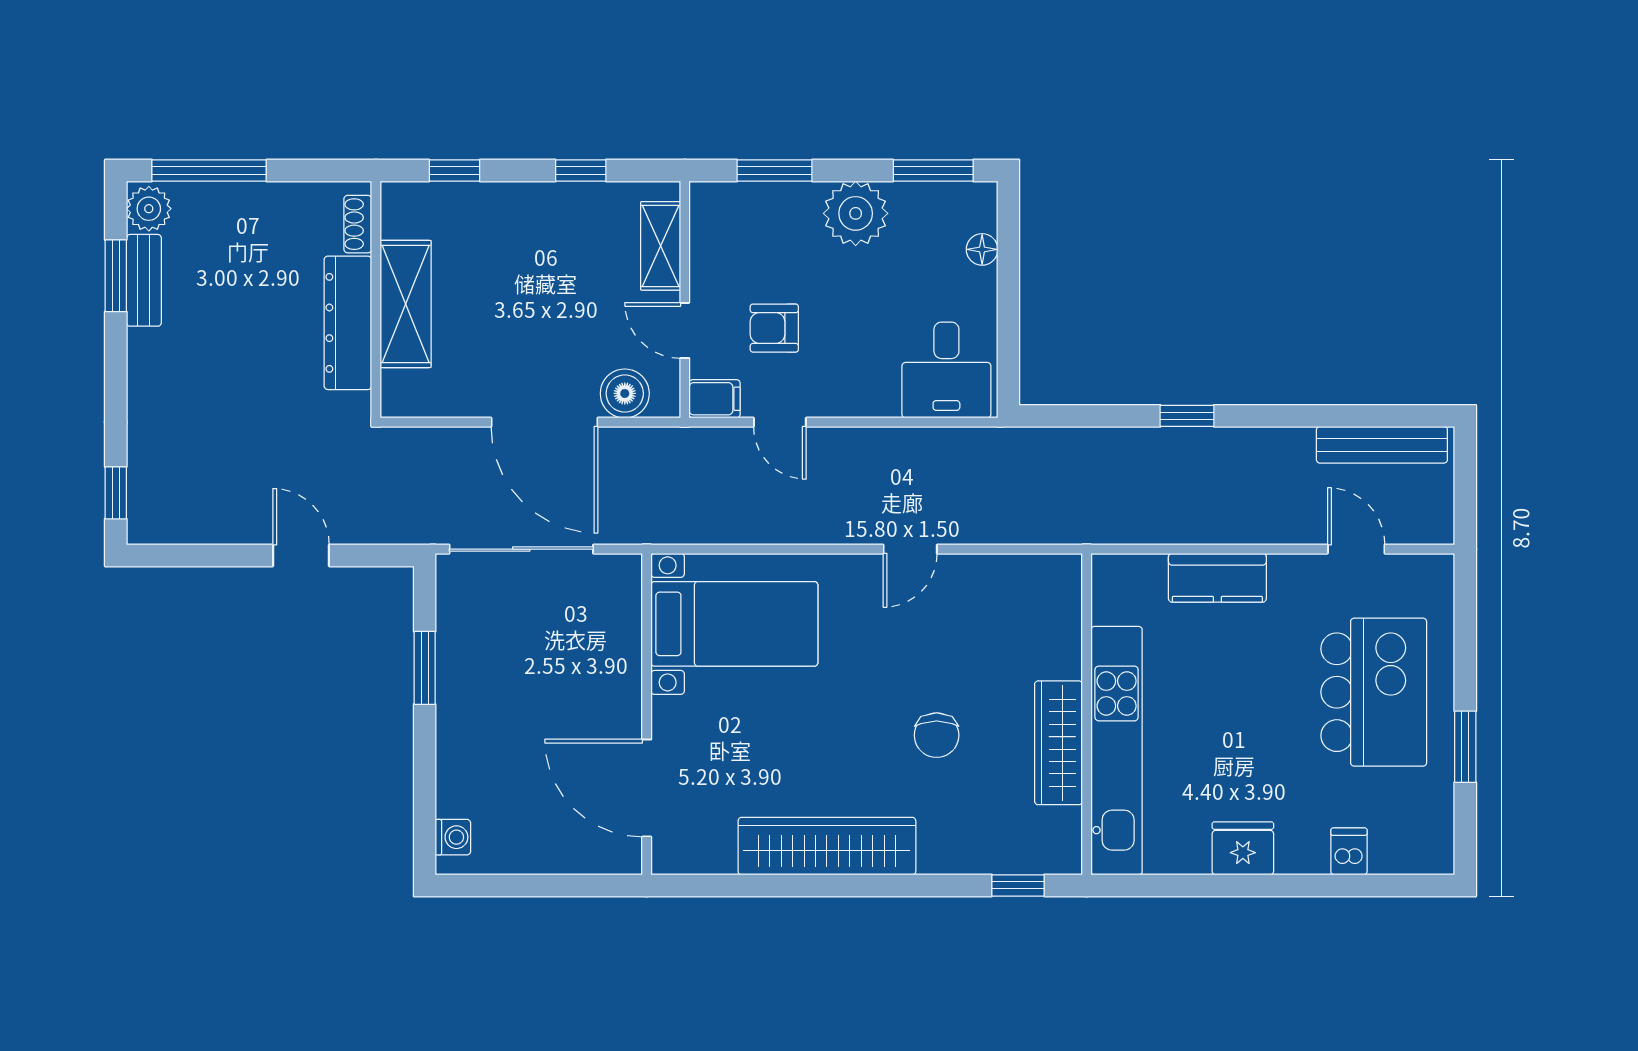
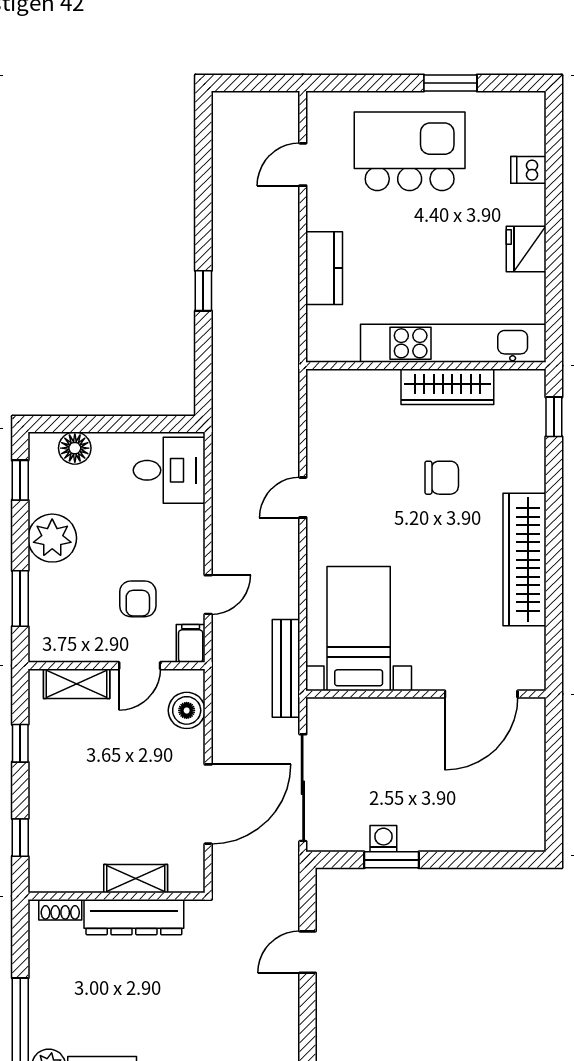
window: (933, 170) -> (20, 480), width x0.67
floor lamp: (982, 249) -> (75, 448), width x1.37, depth x1.37
shelving: (406, 304) -> (136, 879), width x0.67, depth x0.75
door: (544, 422) -> (208, 804), moved
bench: (1382, 445) -> (286, 668), moved
door: (910, 549) -> (303, 497), swing flipped
washing machine: (453, 837) -> (383, 839), moved

